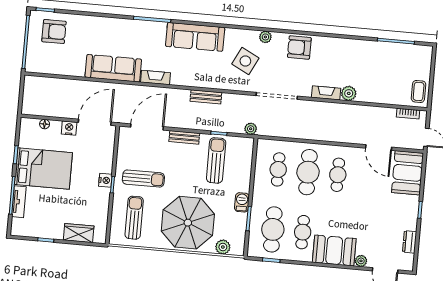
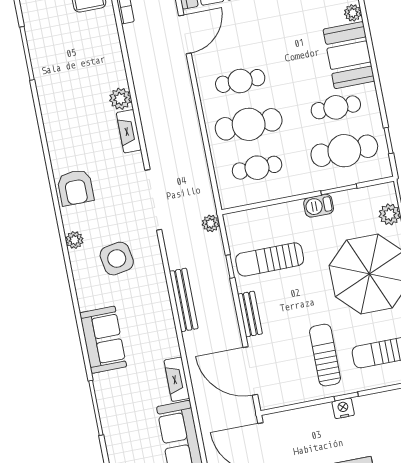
sofa: (195, 37) -> (103, 340), width x0.73
side table: (245, 61) -> (117, 259), turned -37
bench: (206, 97) -> (184, 300), width x1.36

